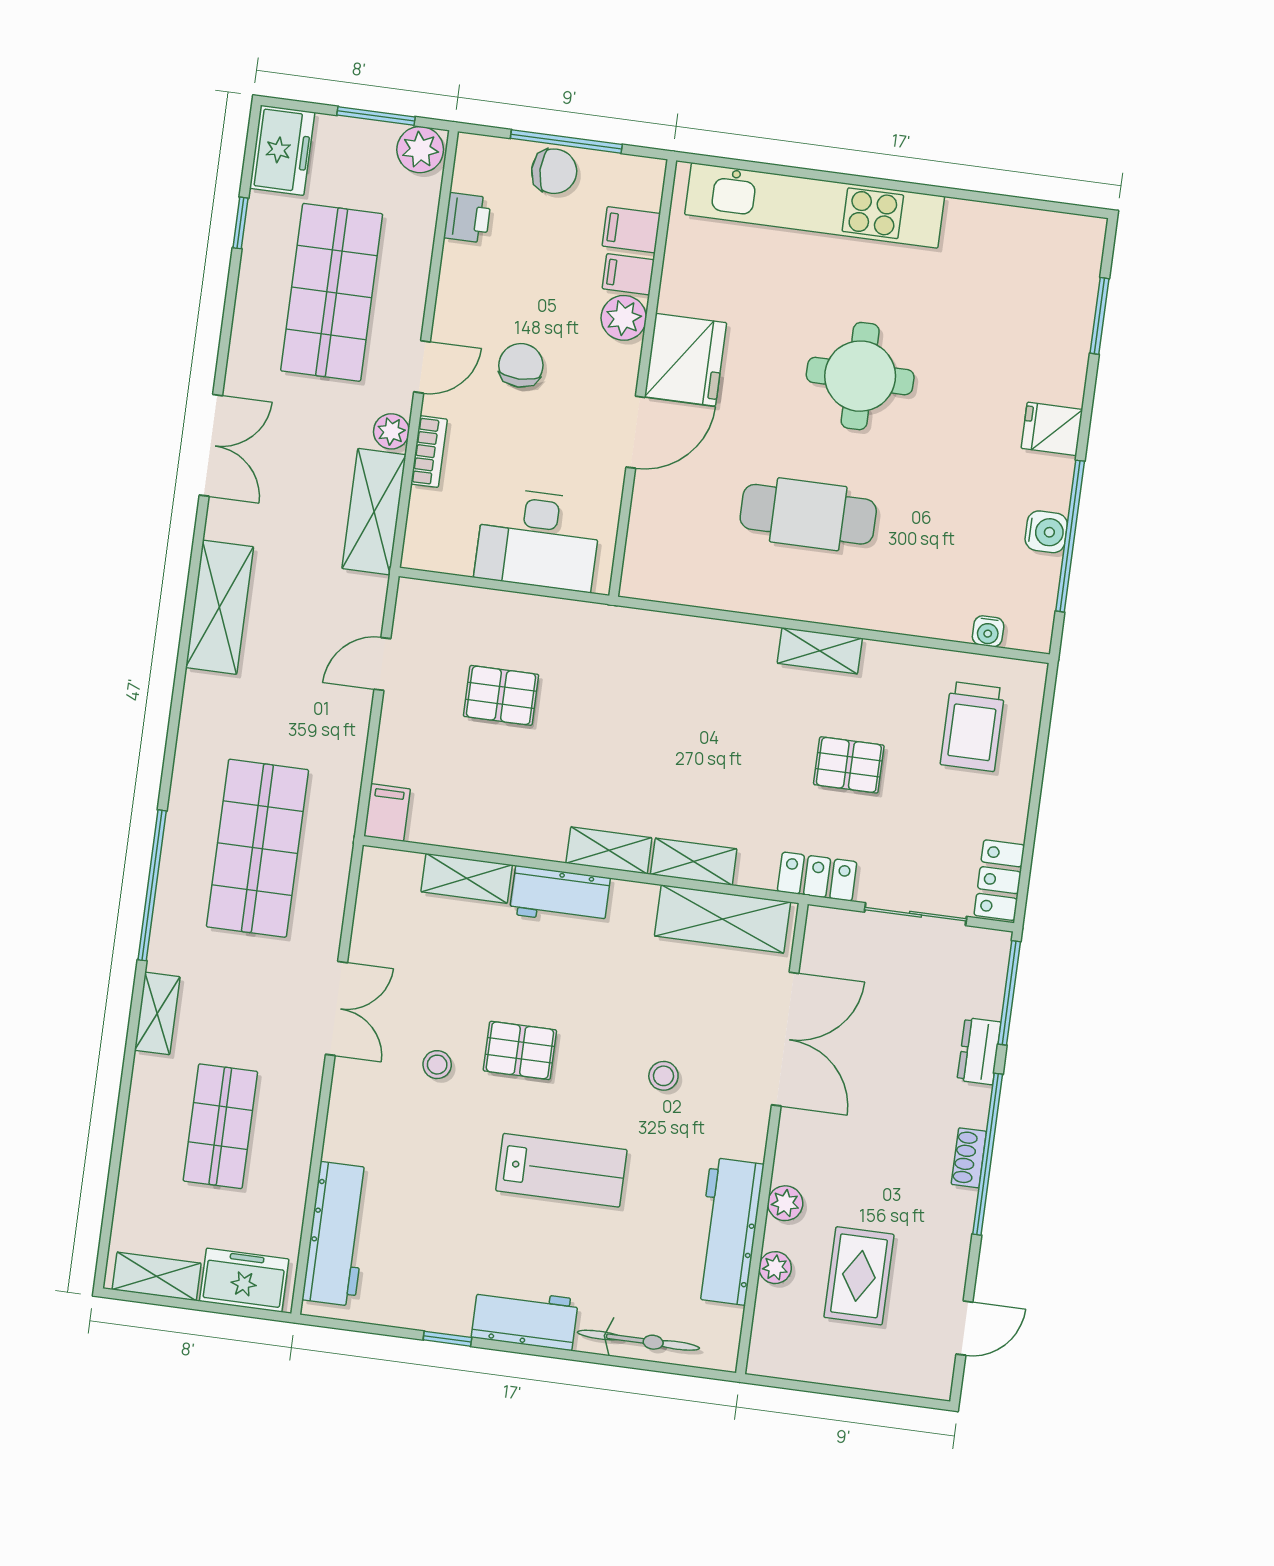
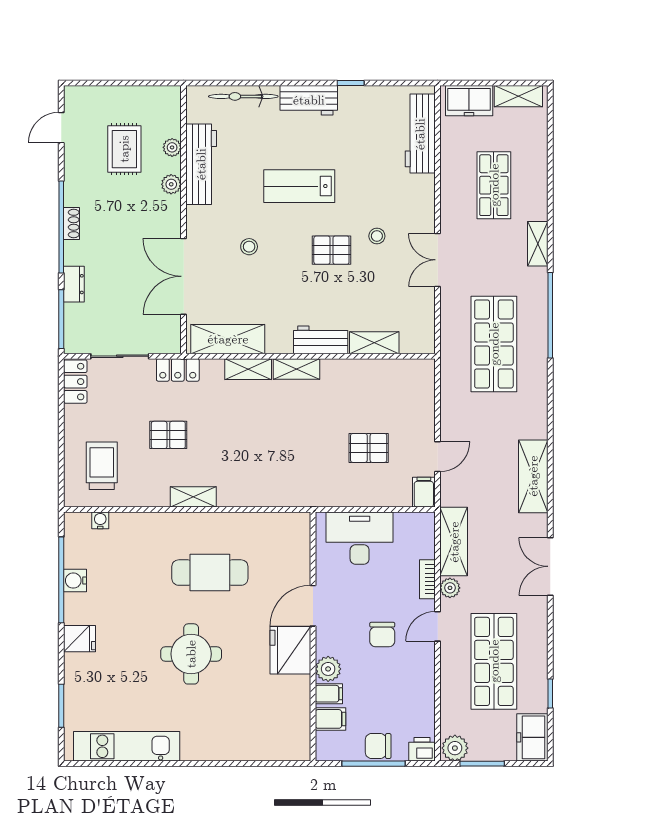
kitchen unit: (815, 205) -> (127, 746), moved, width x0.73
printer: (467, 218) -> (422, 749), moved, turned 90
filing cabinet: (387, 813) -> (424, 492), moved, turned 180

